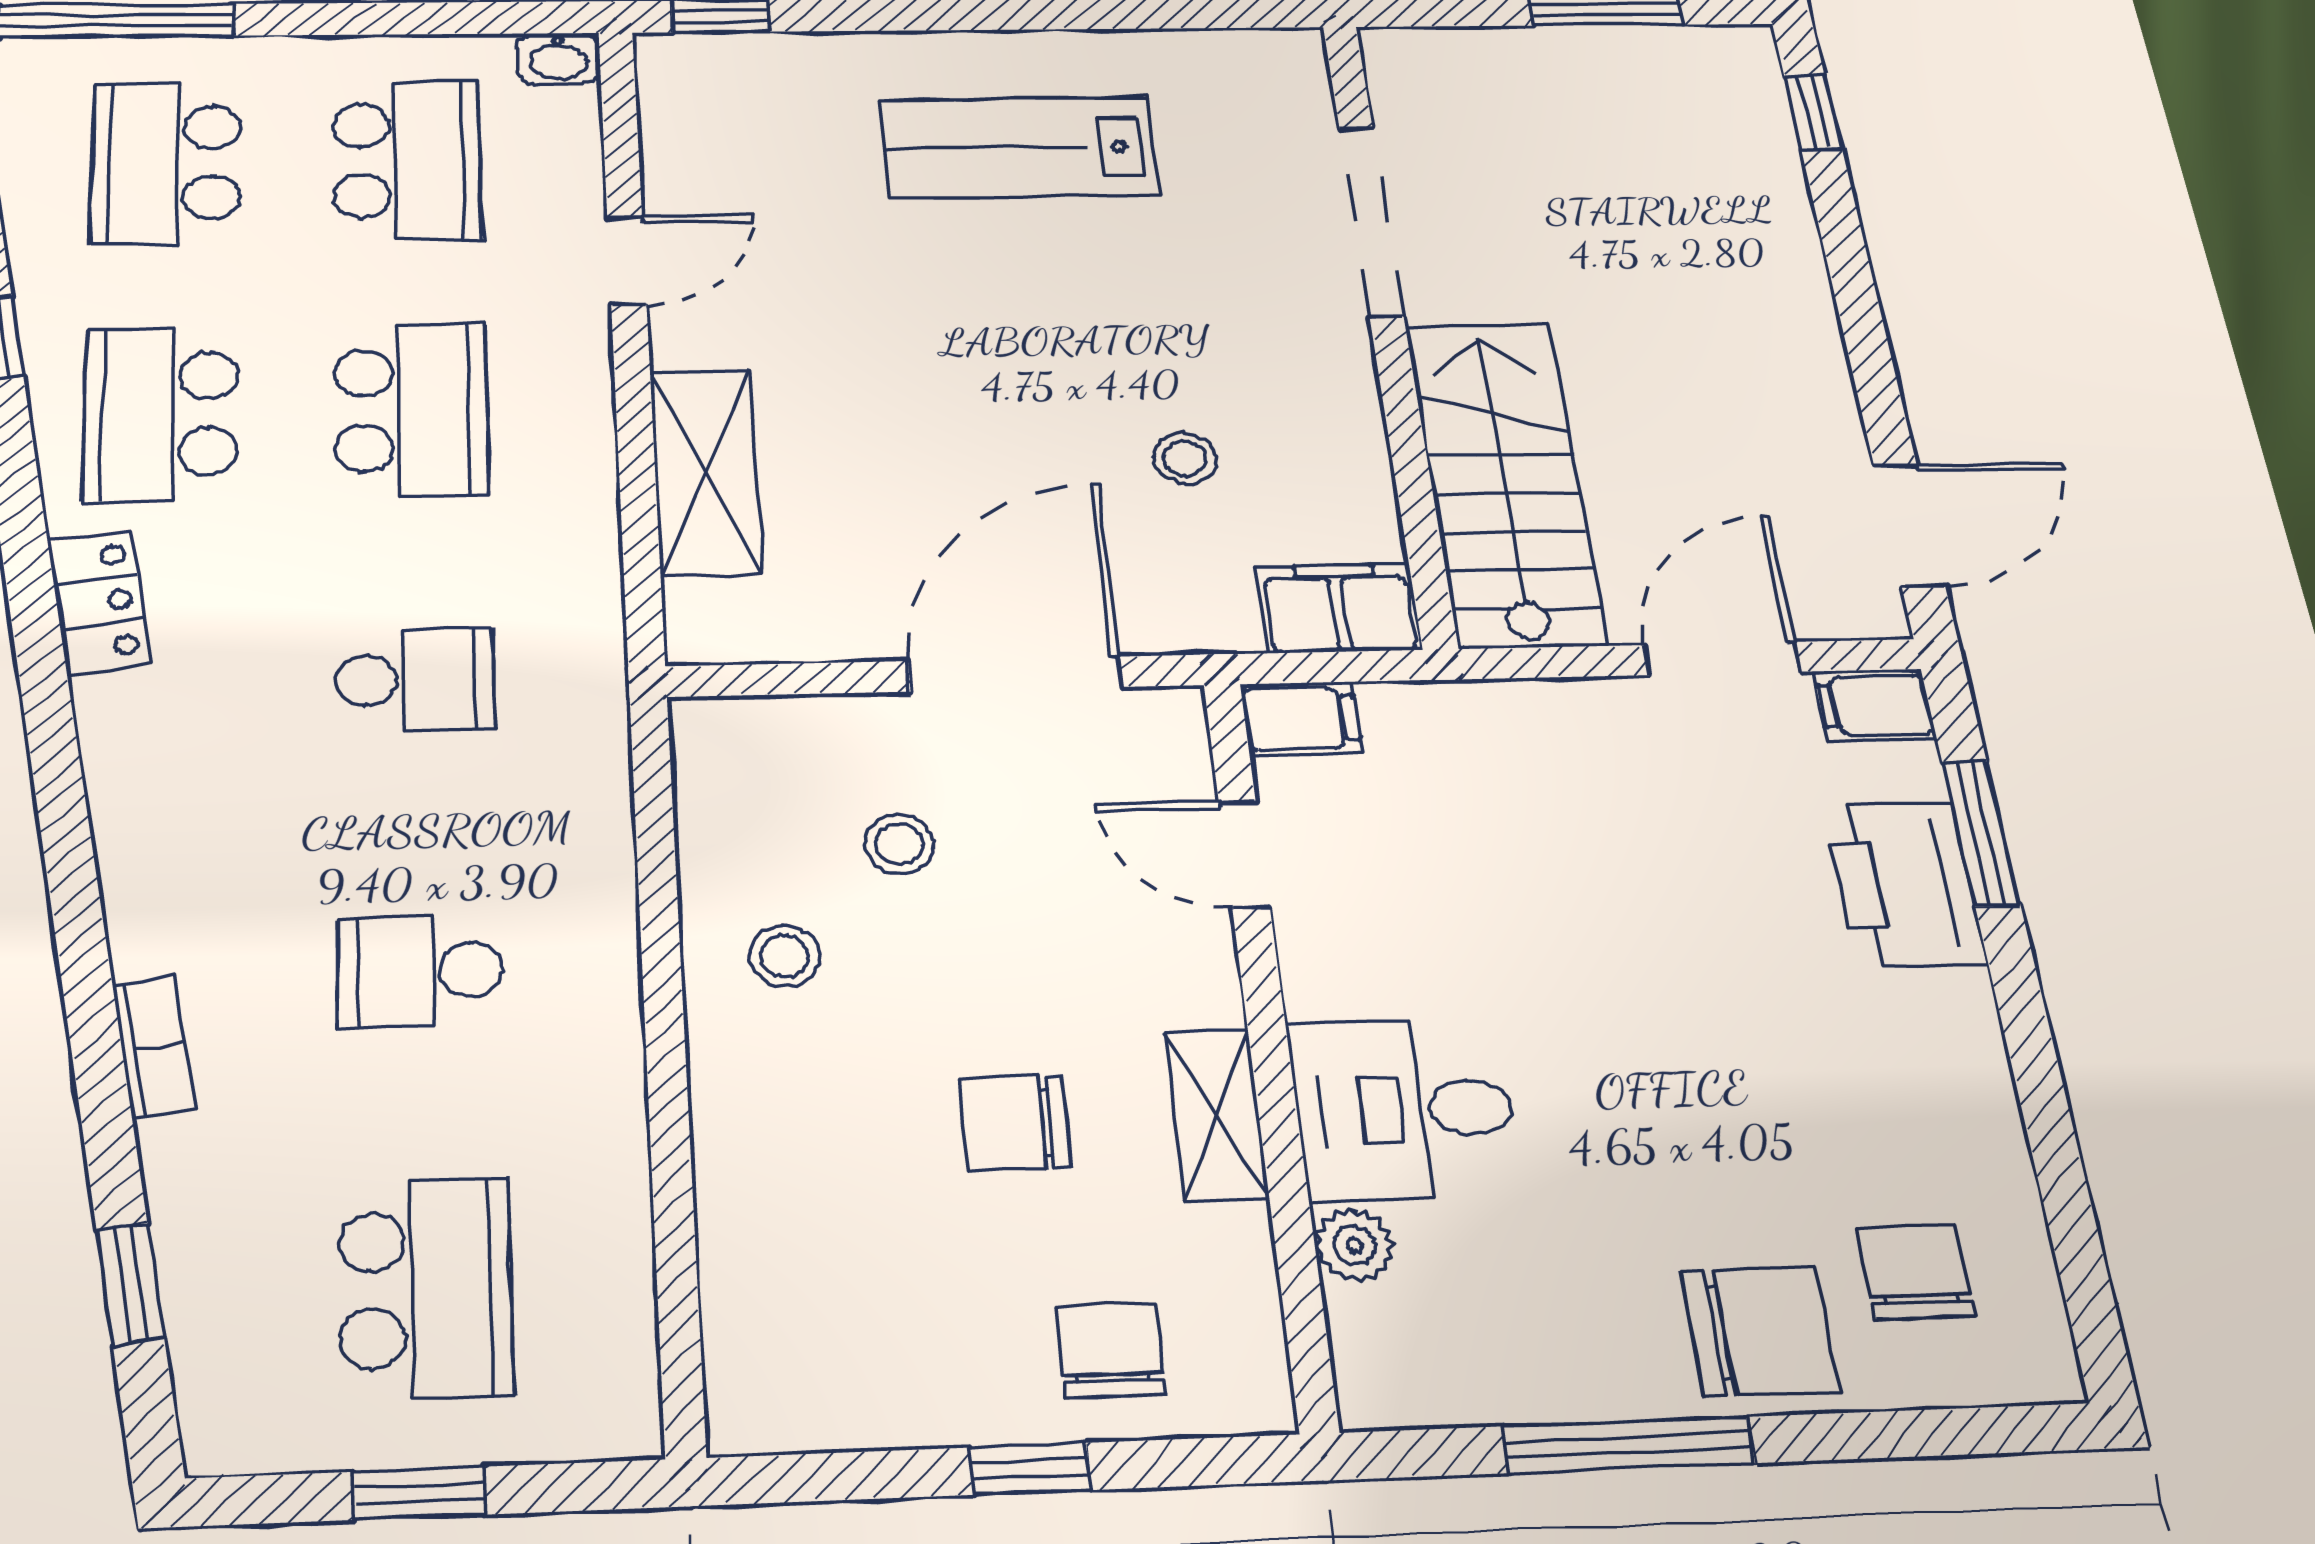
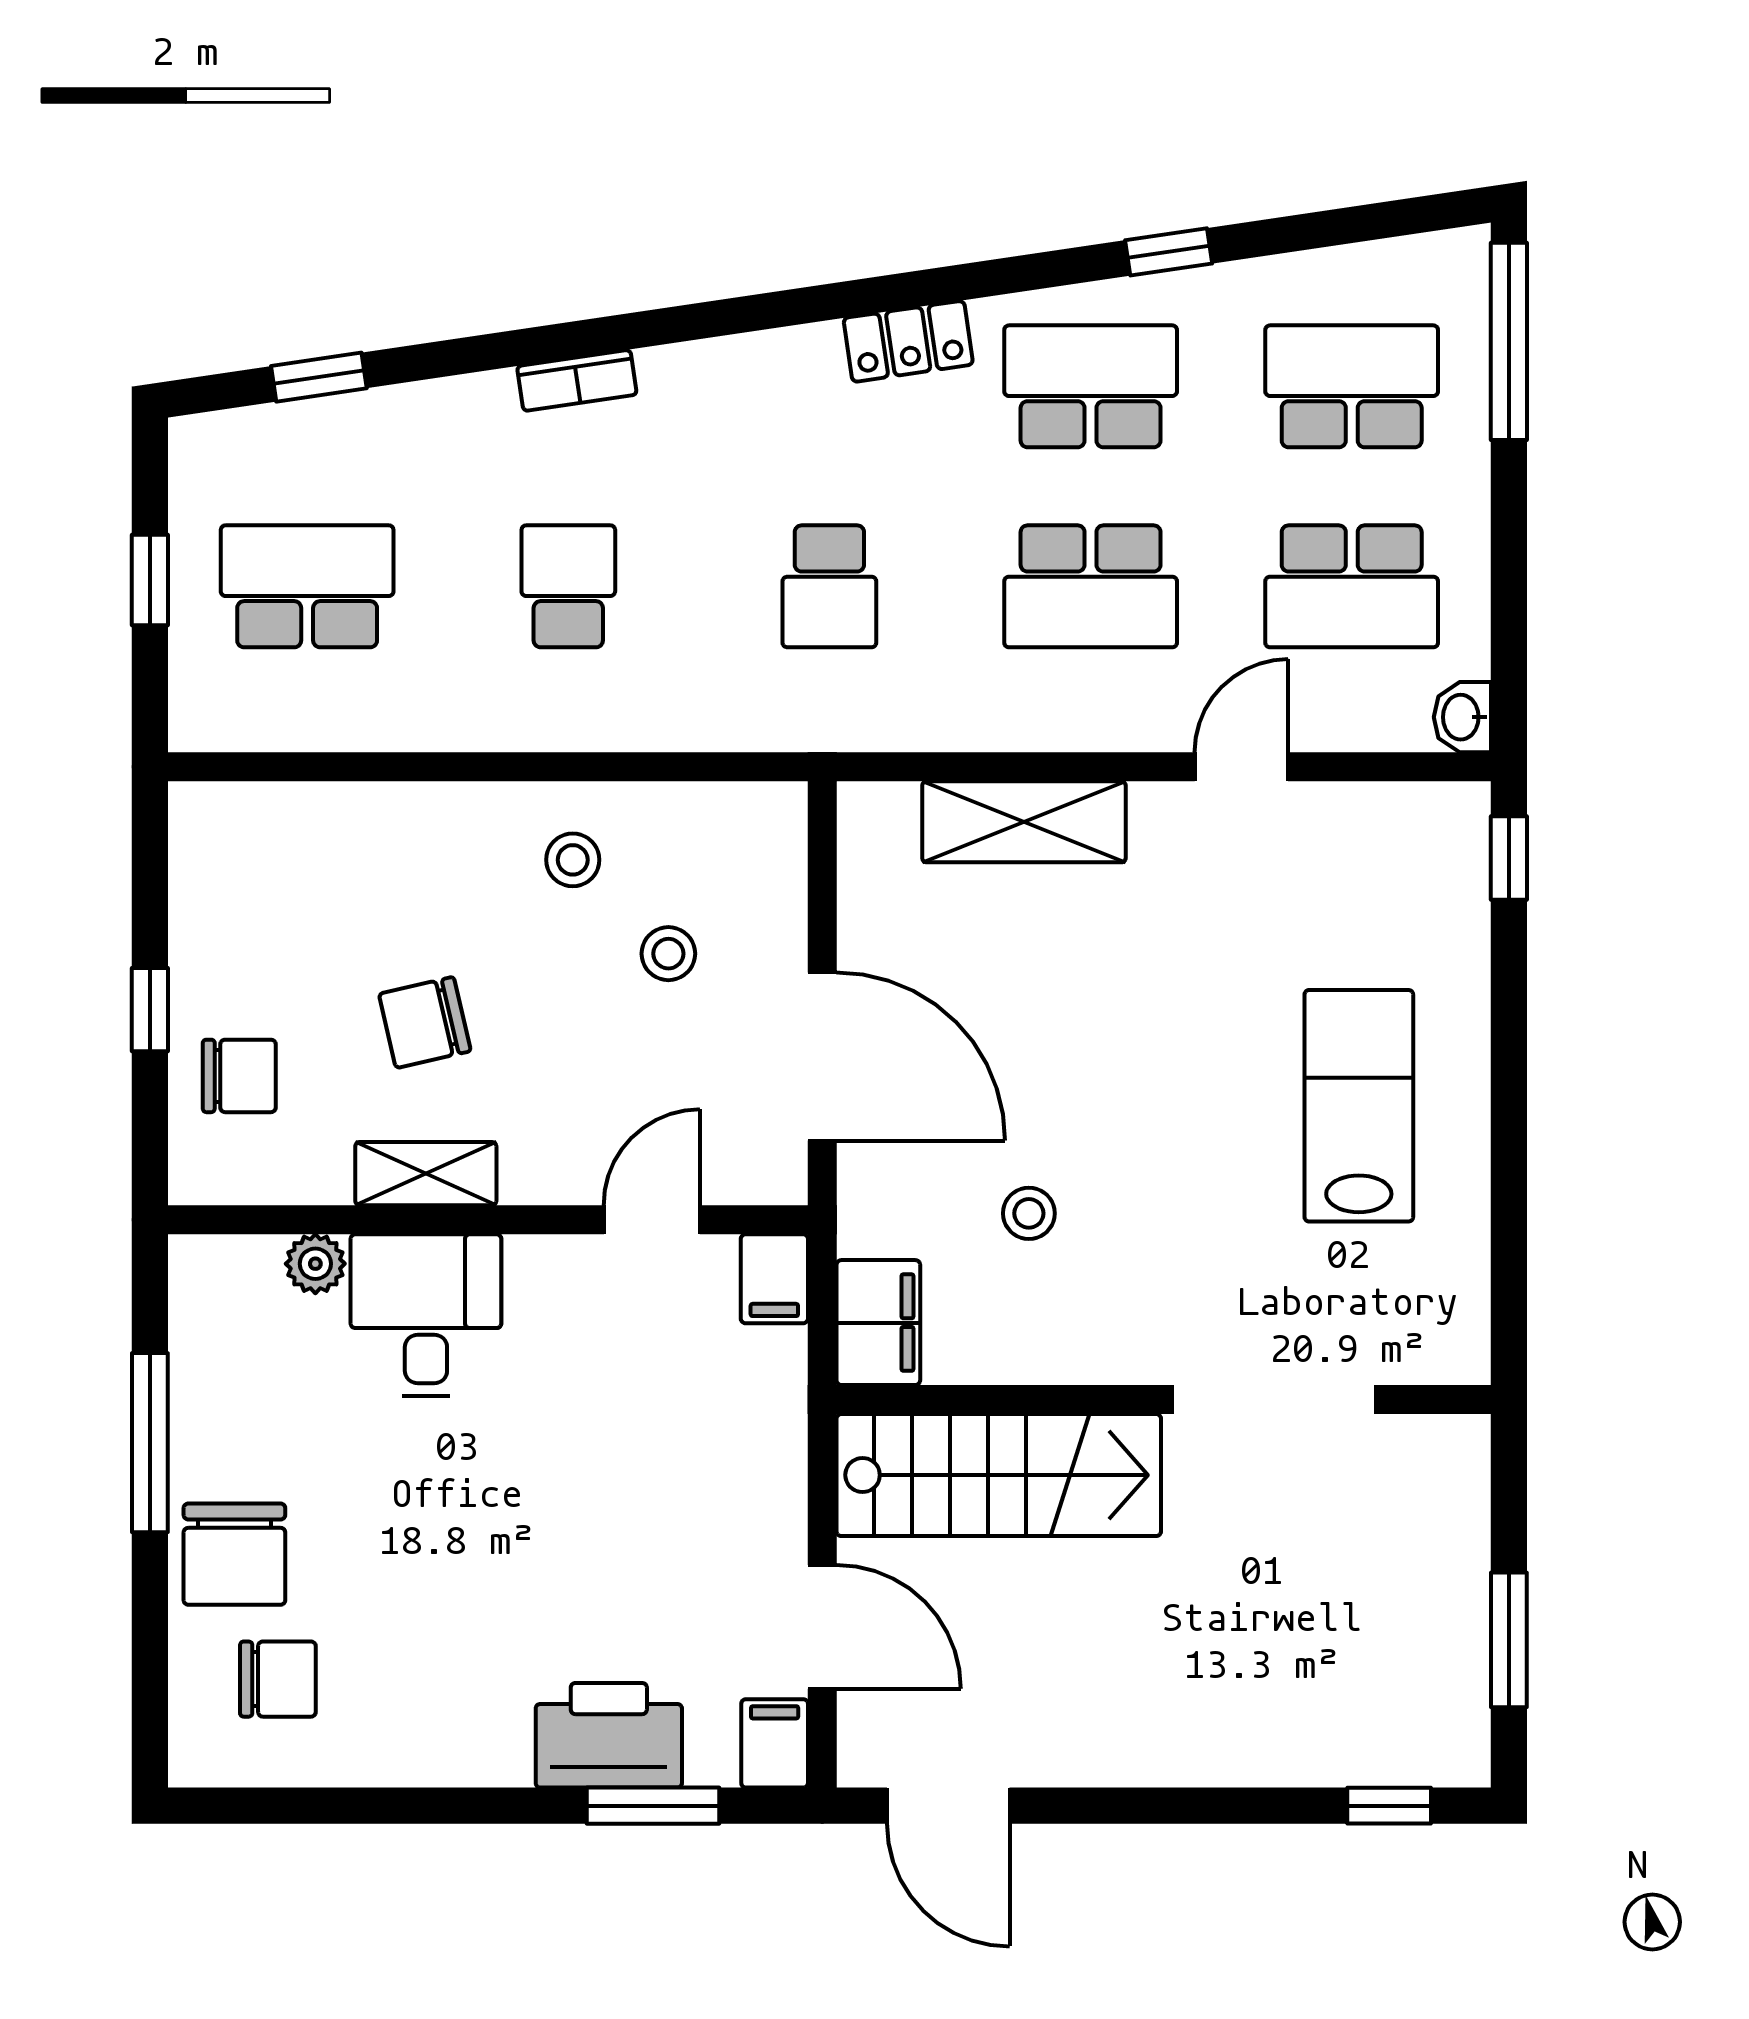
door: (627, 261) -> (1241, 767), swing flipped
bookcase: (153, 1047) -> (577, 380), moved
chair: (1015, 1123) -> (425, 1022), turned -103
school desk: (425, 1288) -> (307, 586), turned 180

